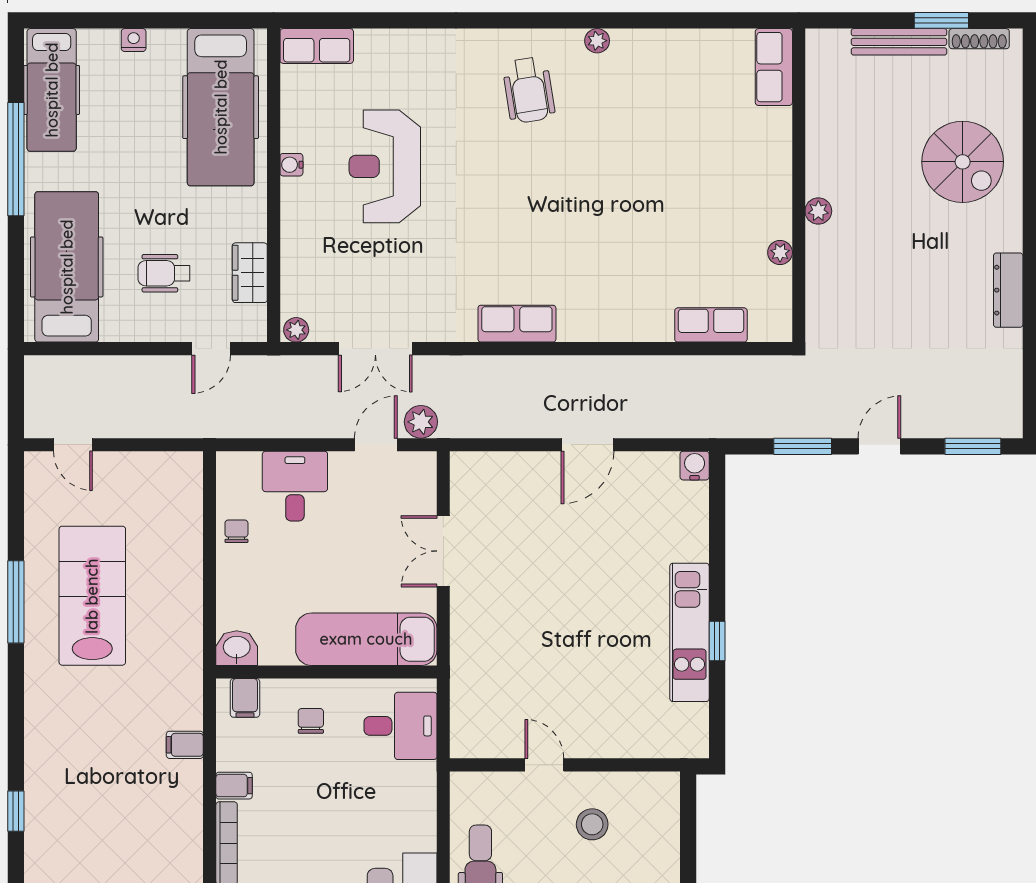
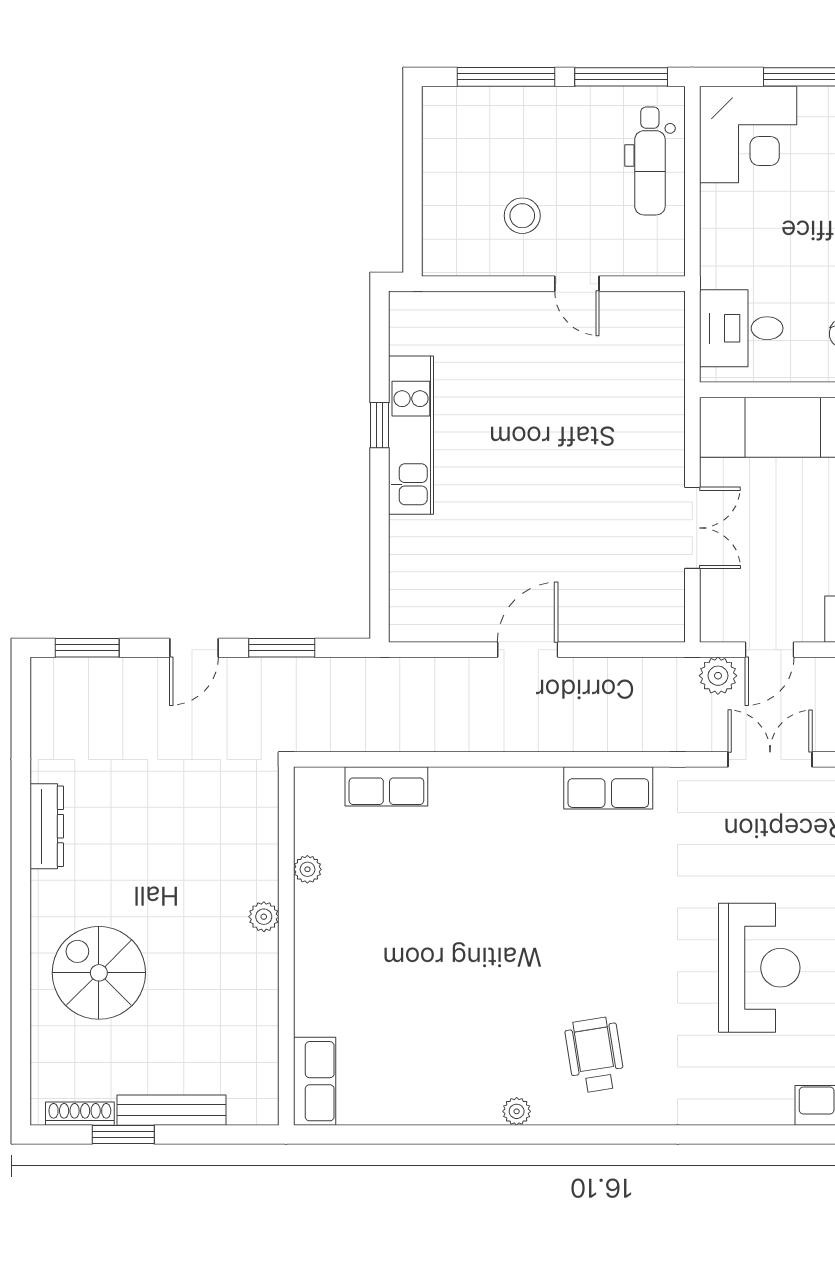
water cooler: (695, 466) -> (405, 626), removed

